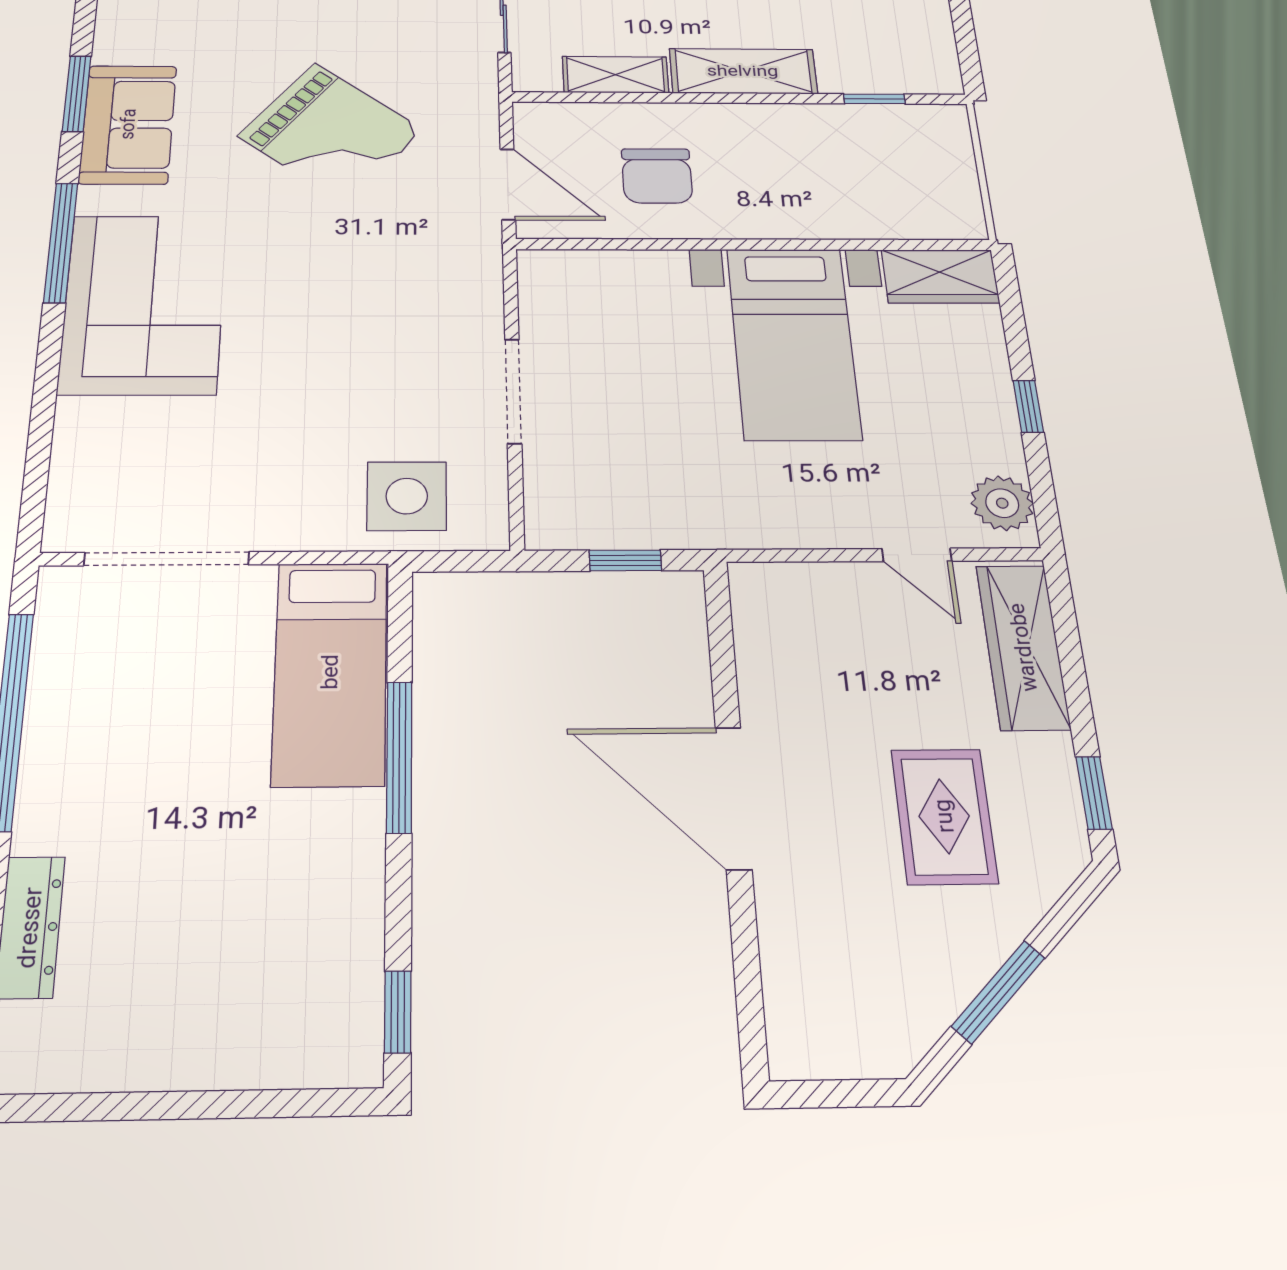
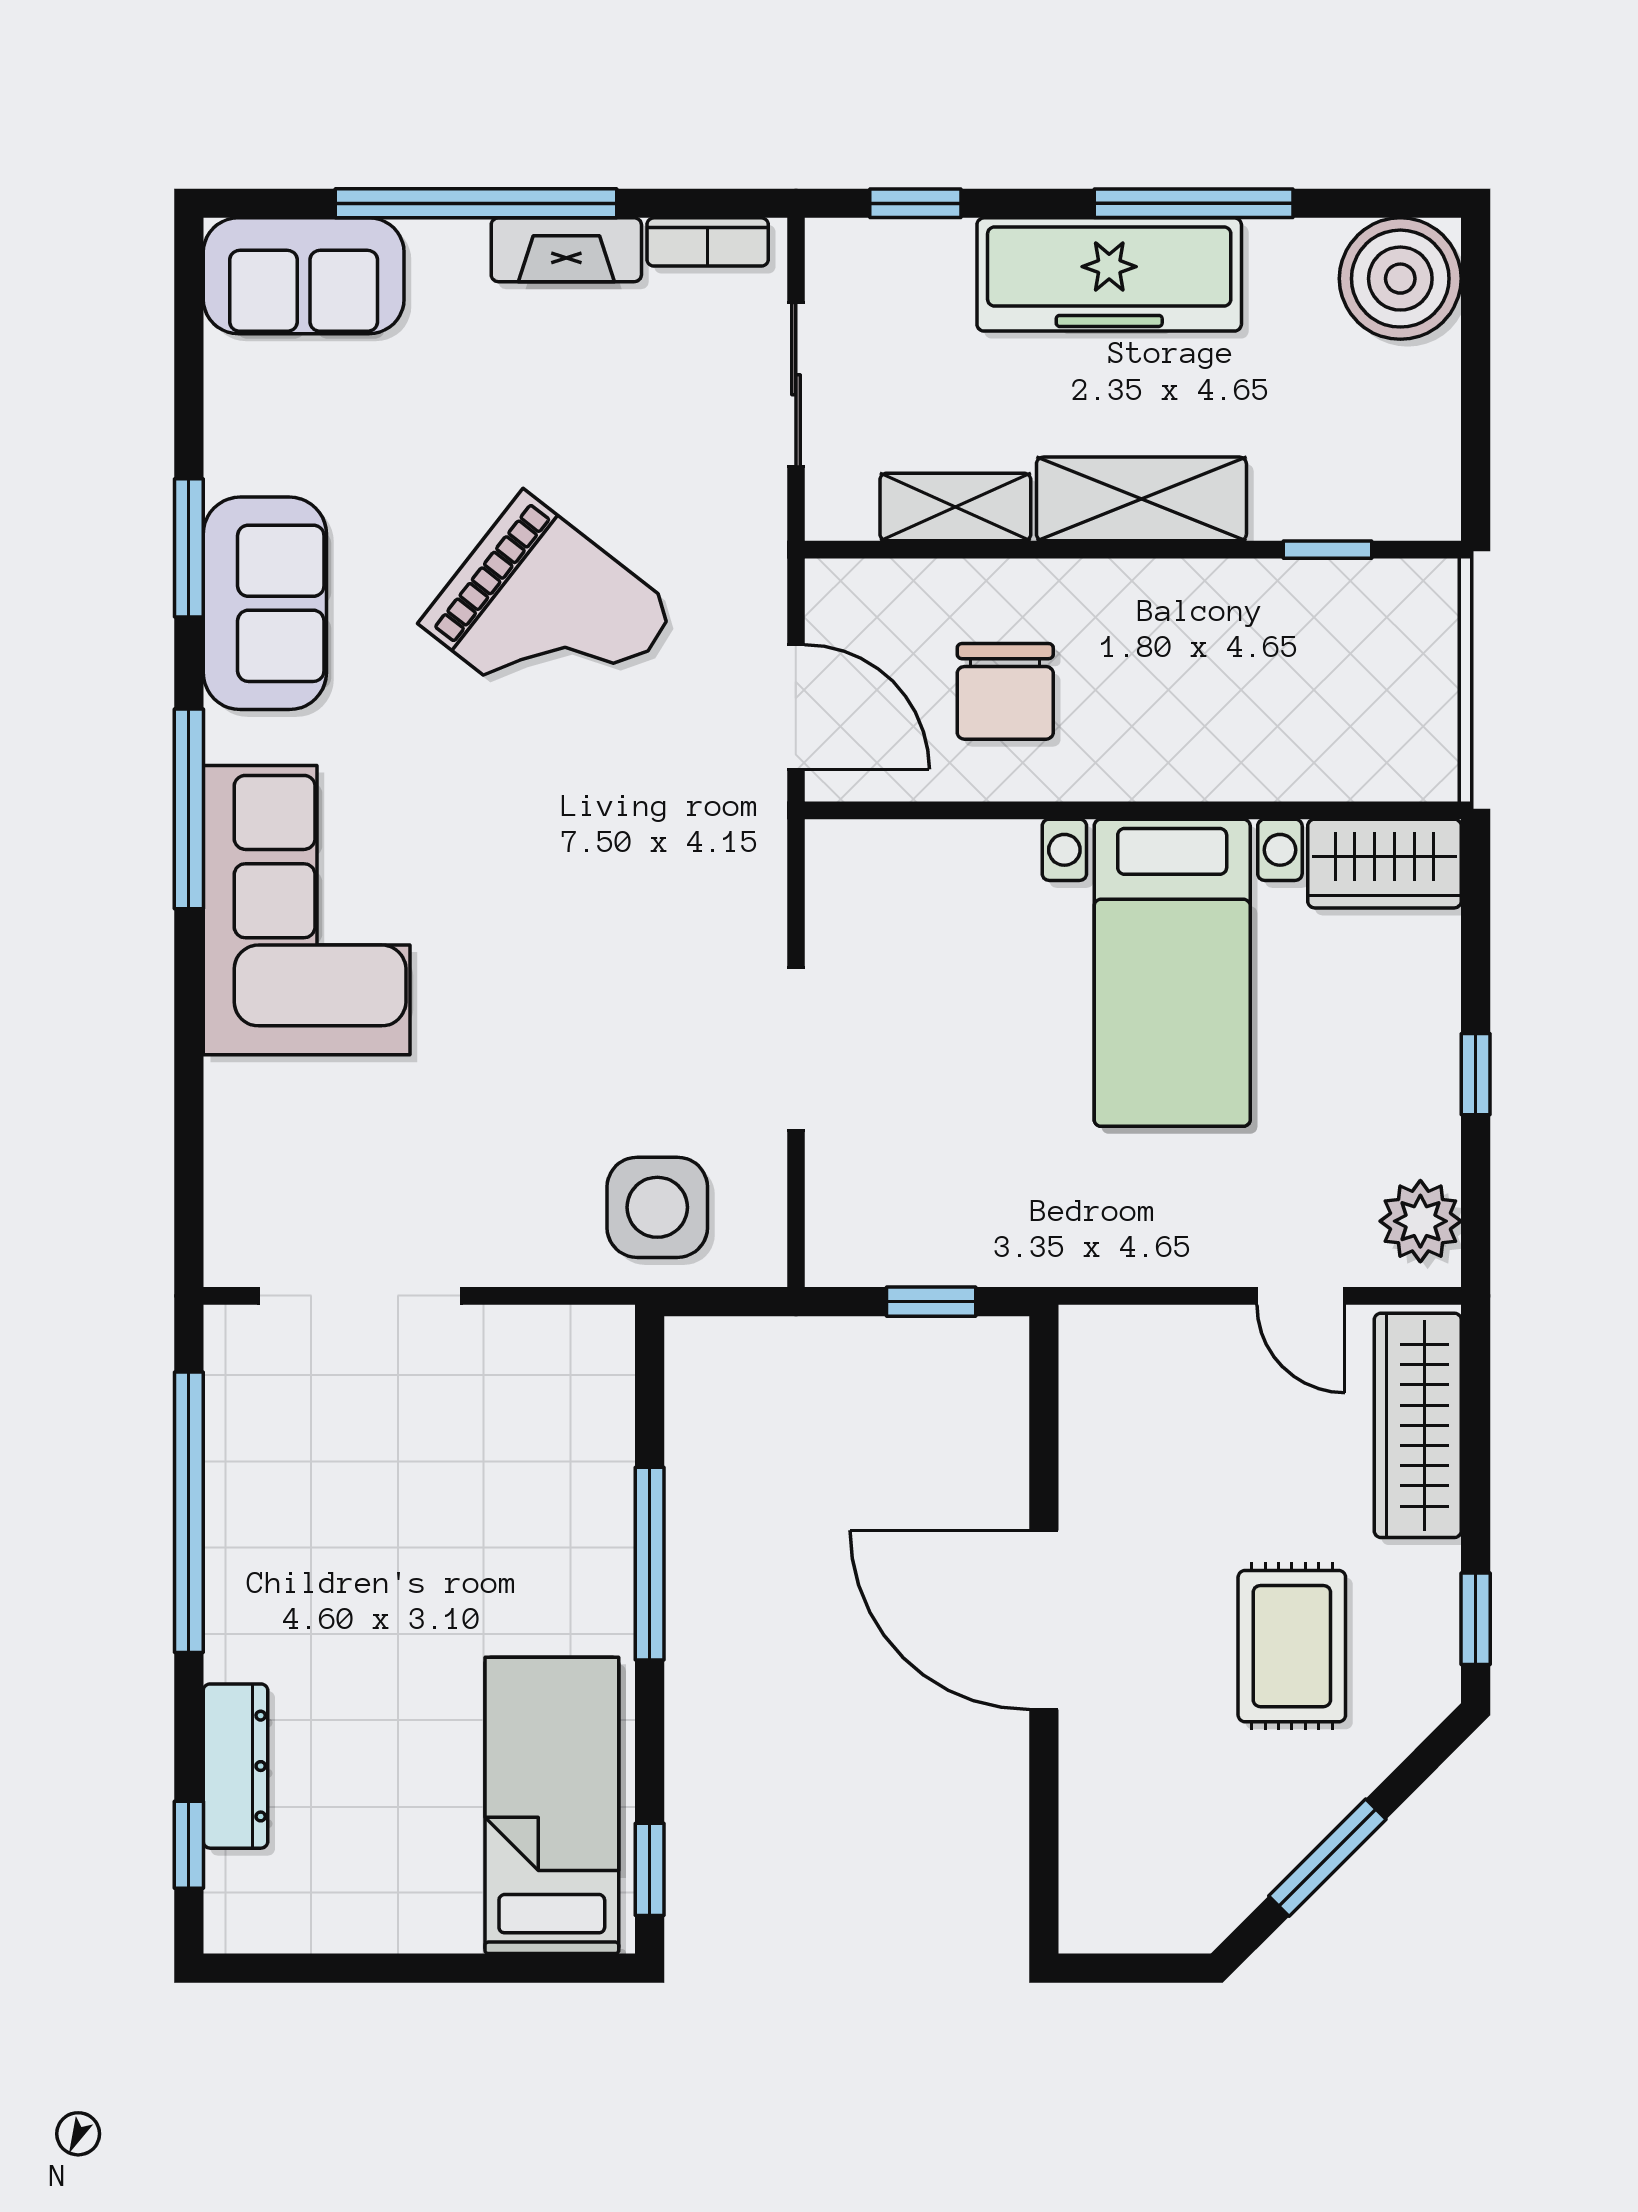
bed: (330, 672) -> (552, 1805), moved, turned 180

